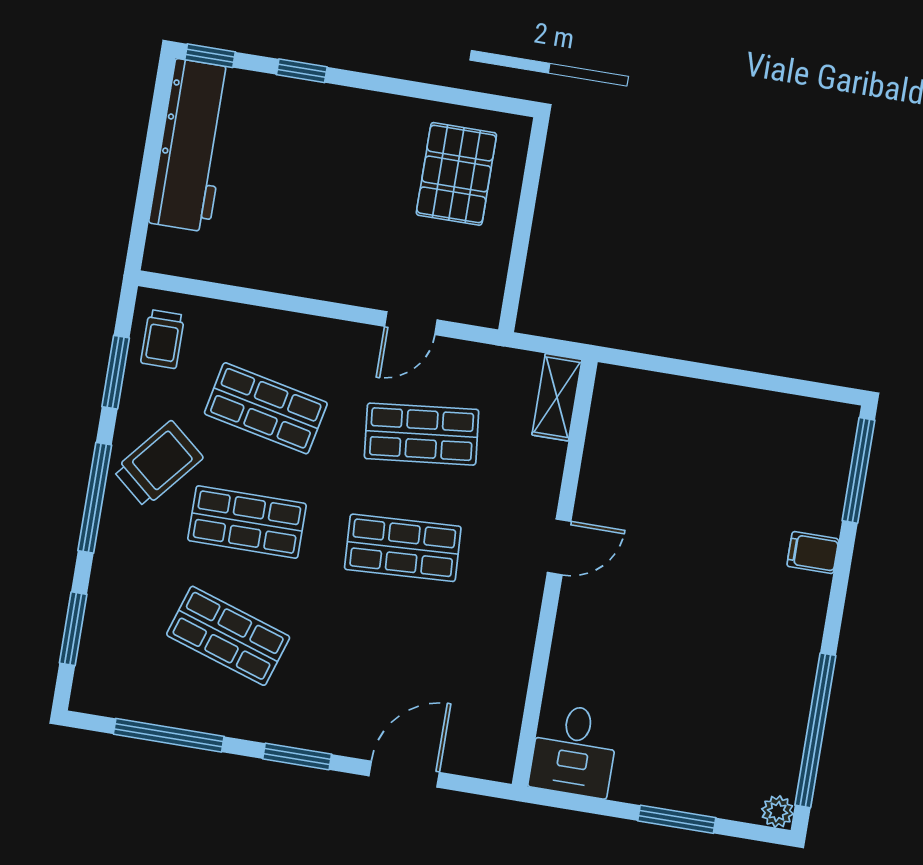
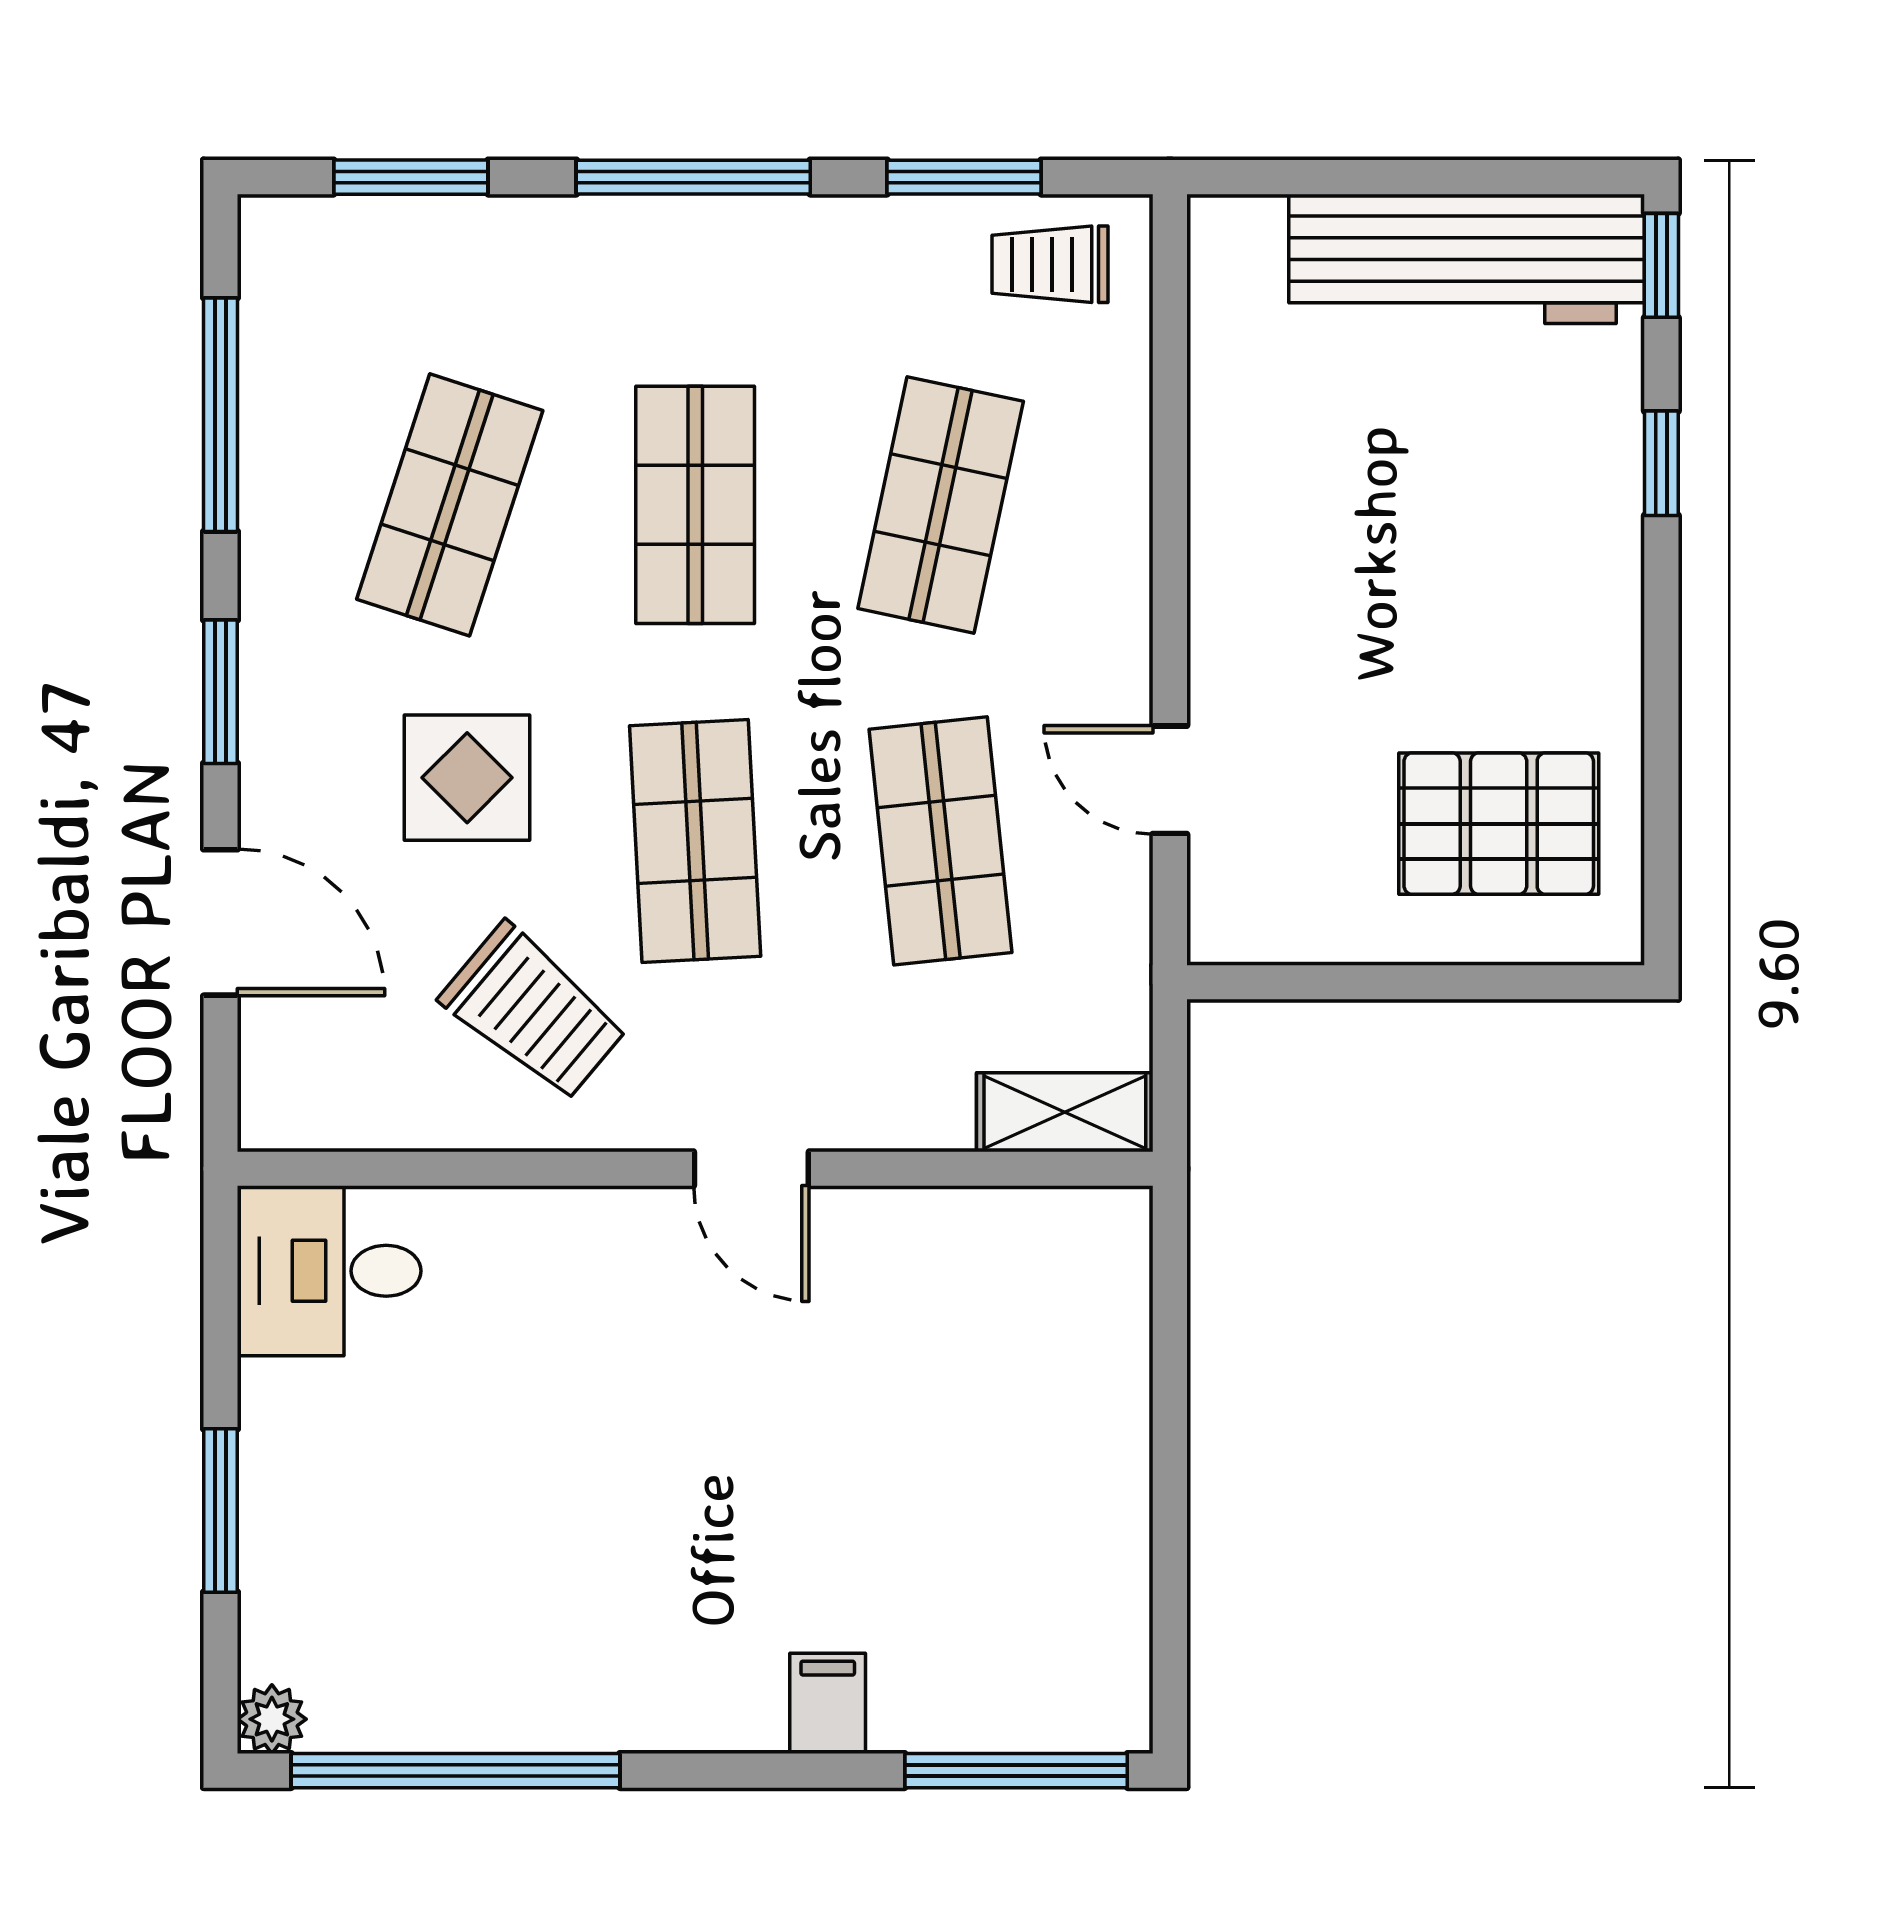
trolley: (158, 464) -> (534, 1012), moved
display table: (356, 649) -> (467, 778), added

